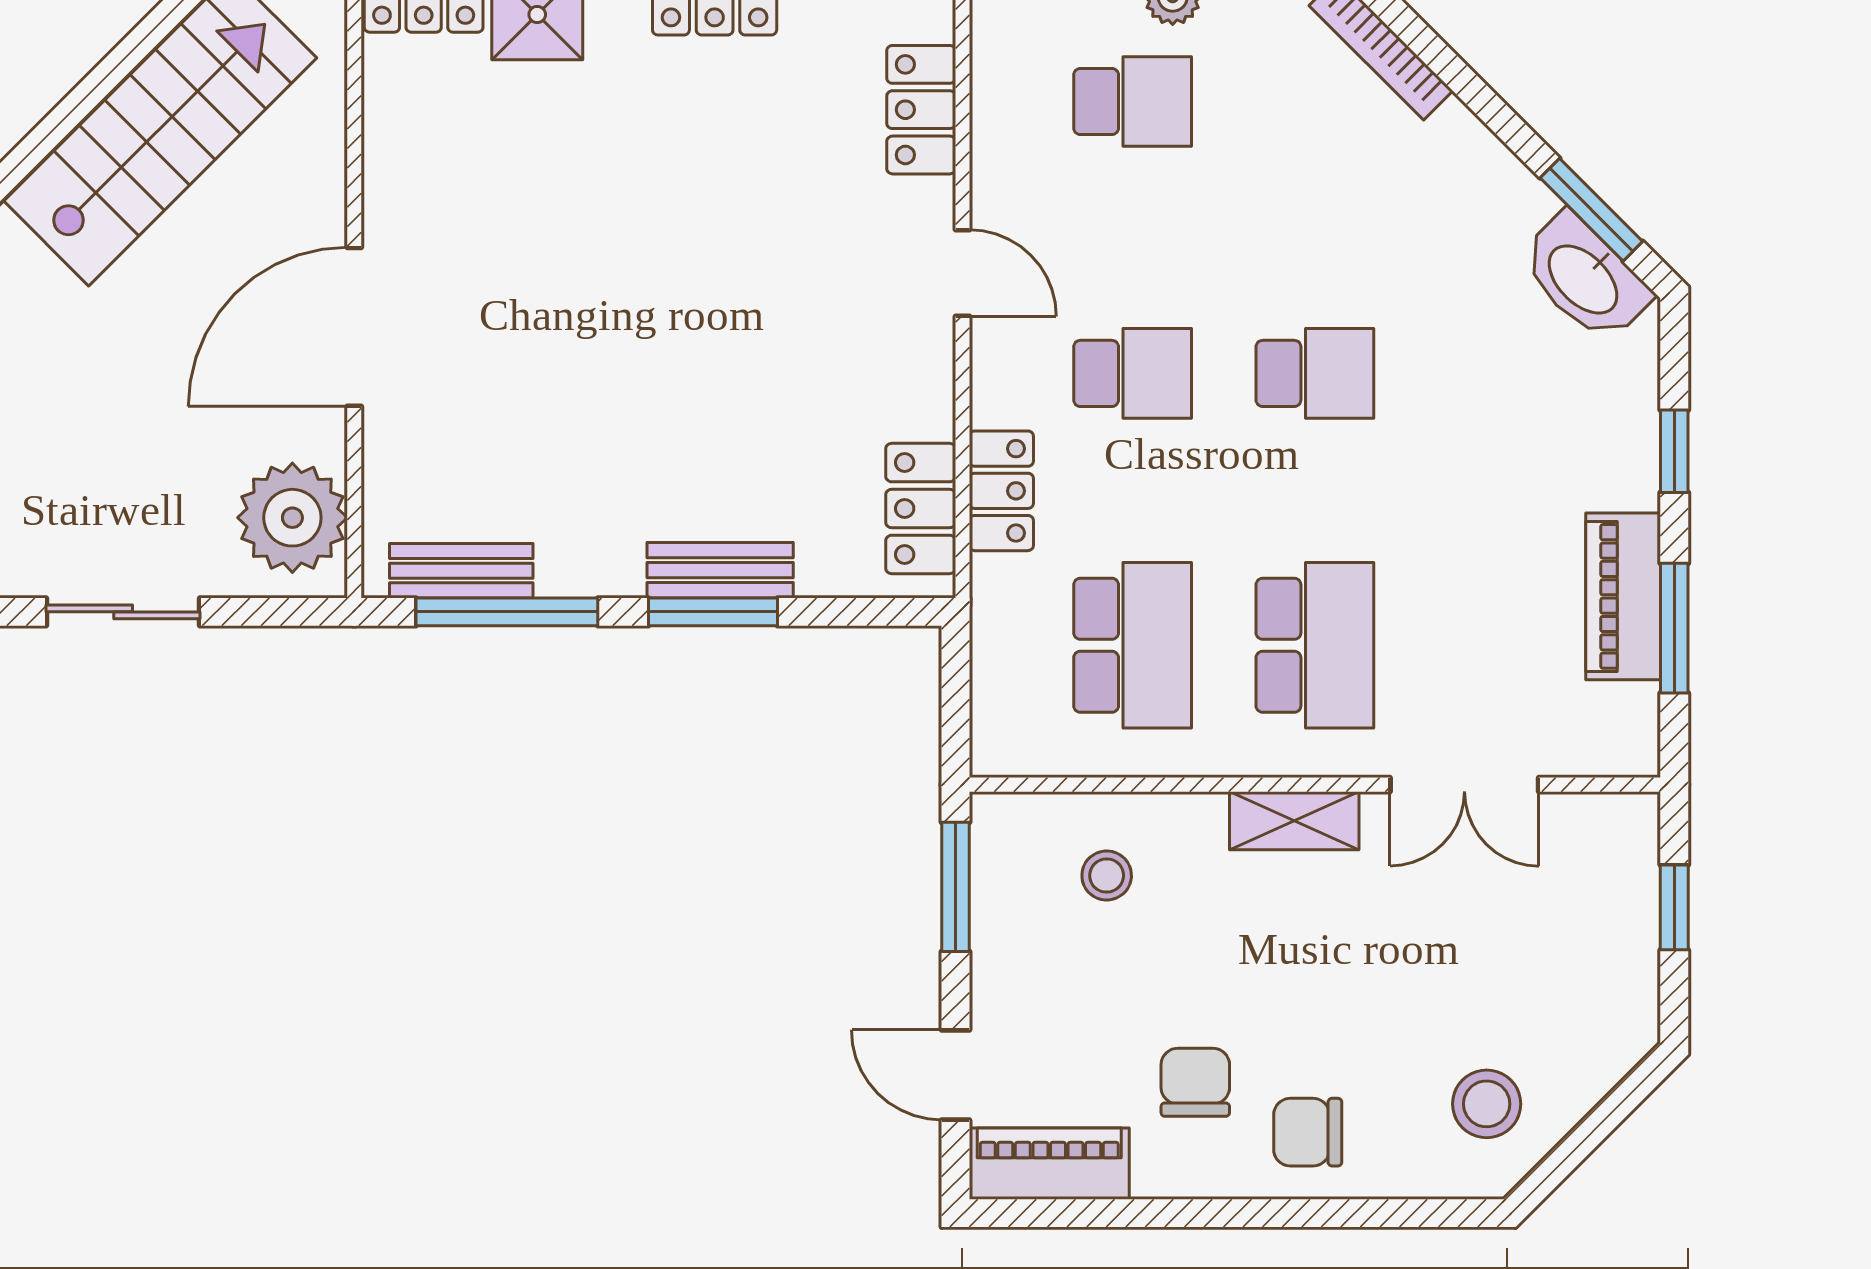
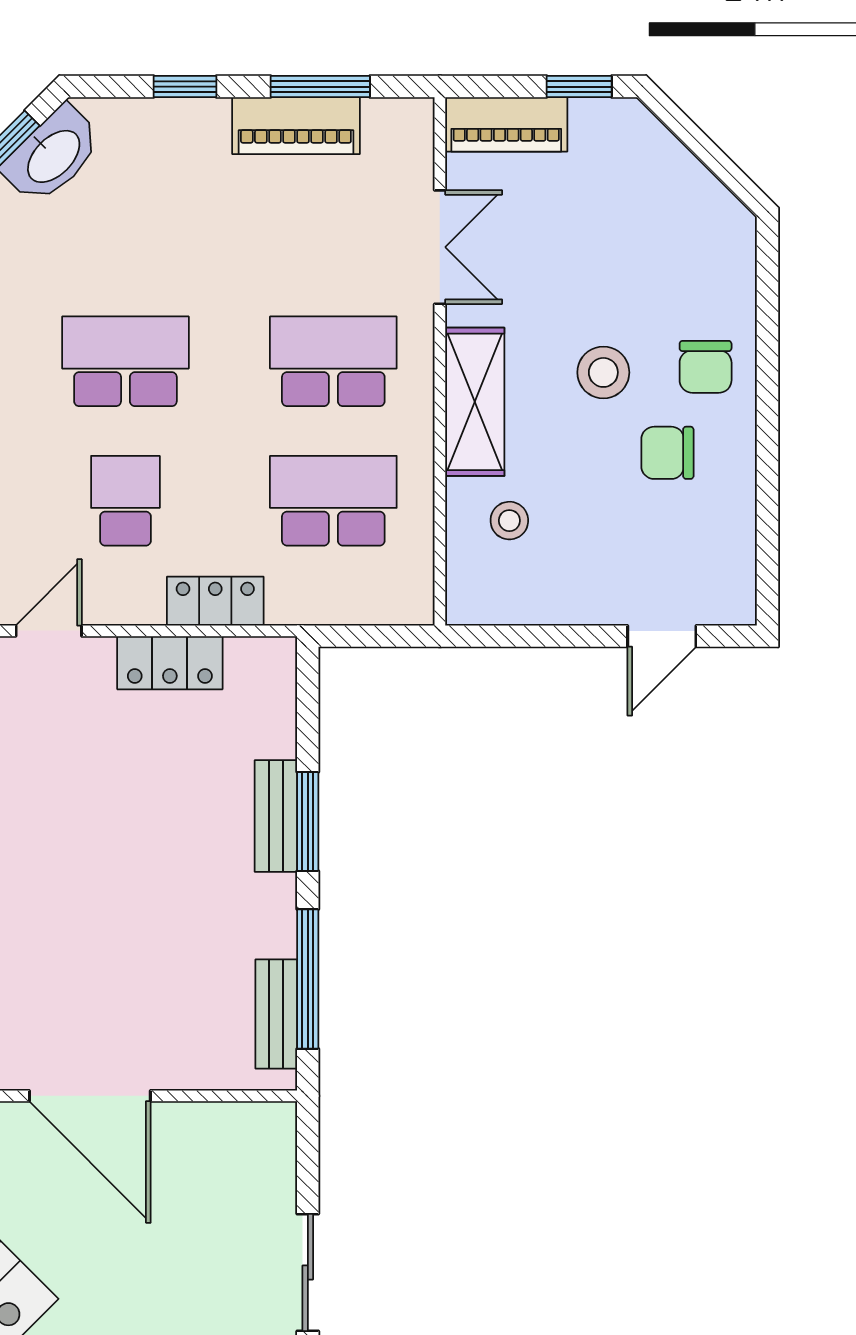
school desk: (1315, 373) -> (125, 361), width x1.85
locker: (921, 508) -> (170, 663), moved
plant: (292, 518) -> (236, 1143), removed
shelving: (1294, 821) -> (475, 402), width x1.50, depth x1.33
window: (956, 887) -> (518, 636), removed
window: (1674, 907) -> (579, 87), moved
stool: (1487, 1104) -> (603, 372), moved
piano: (1049, 1164) -> (506, 124), moved, turned -90

